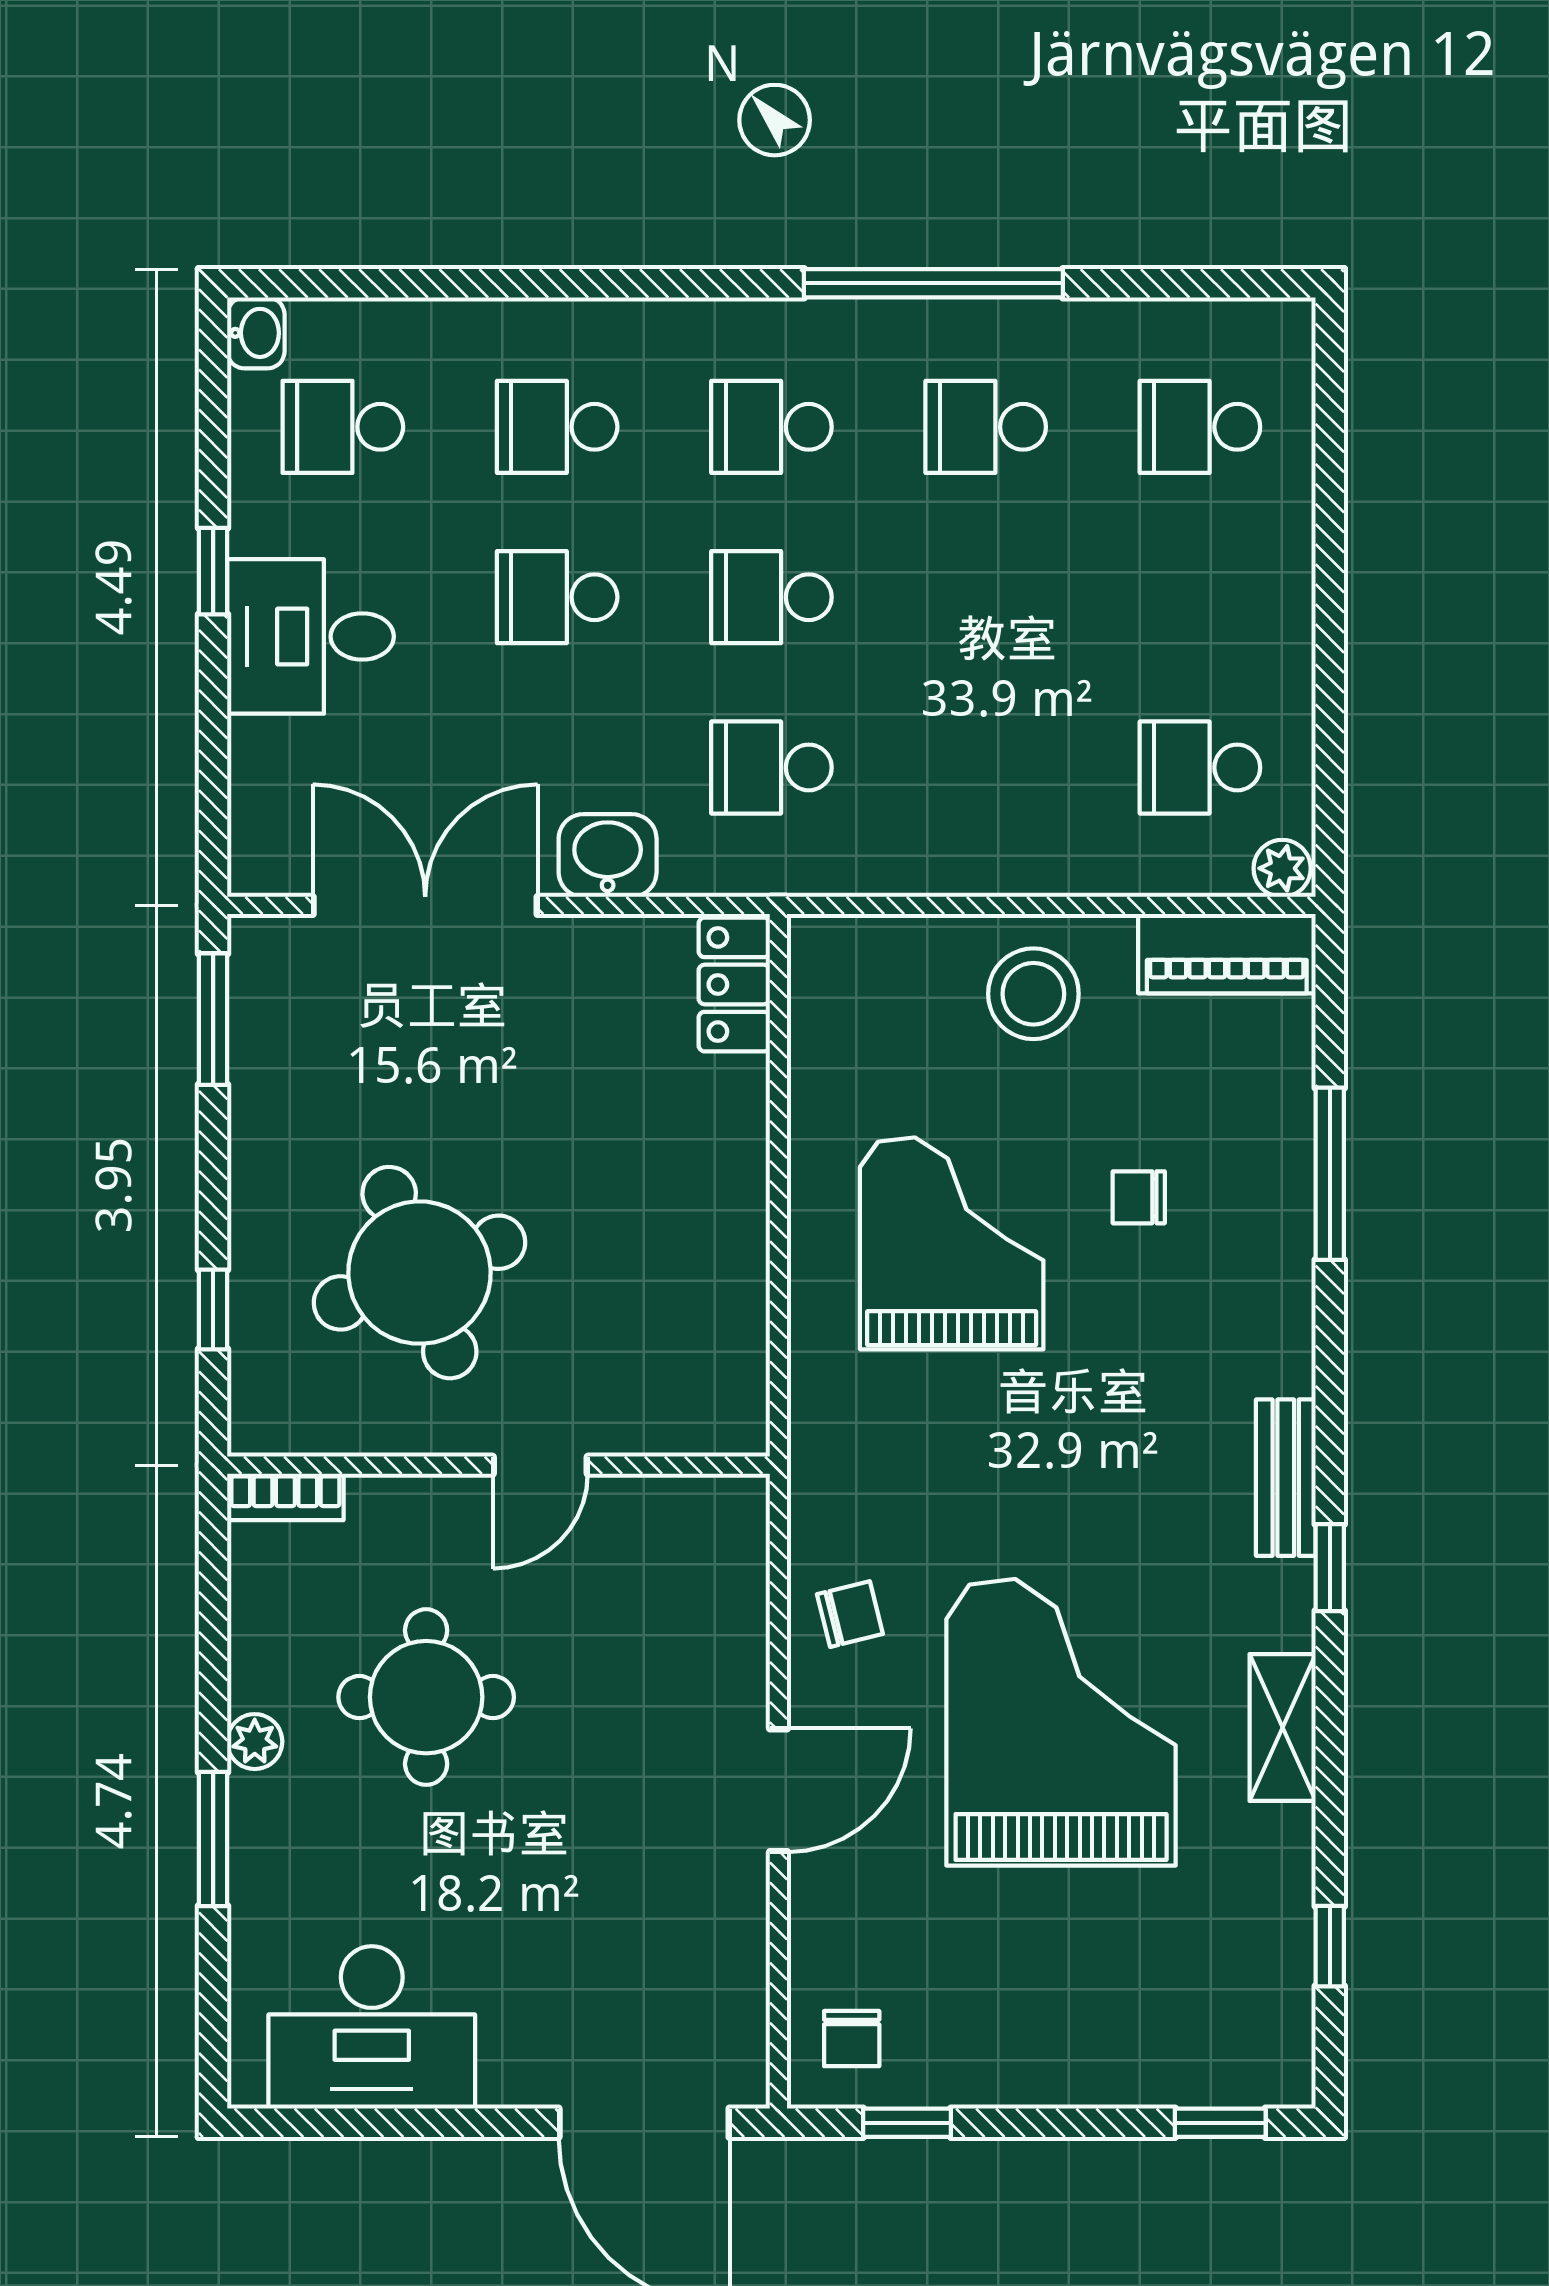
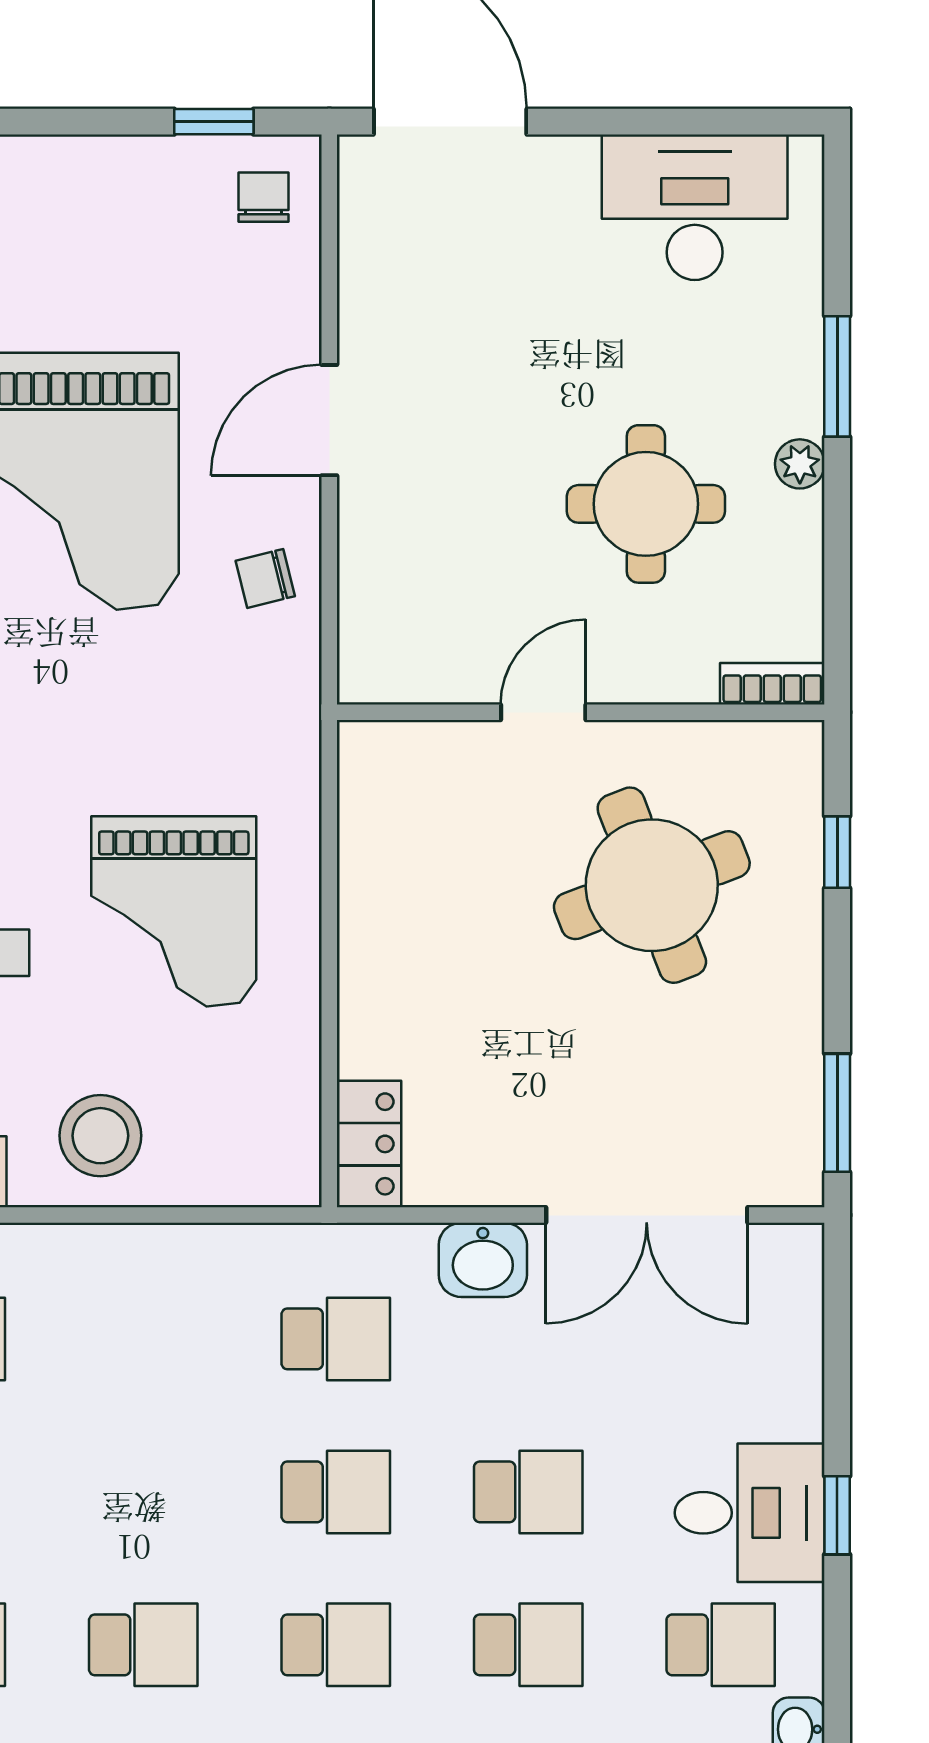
desk: (311, 636) -> (750, 1513), moved

